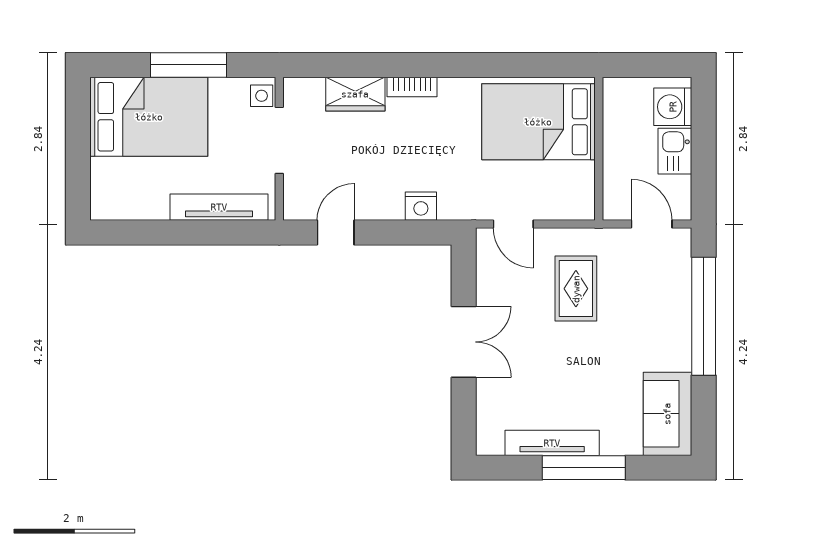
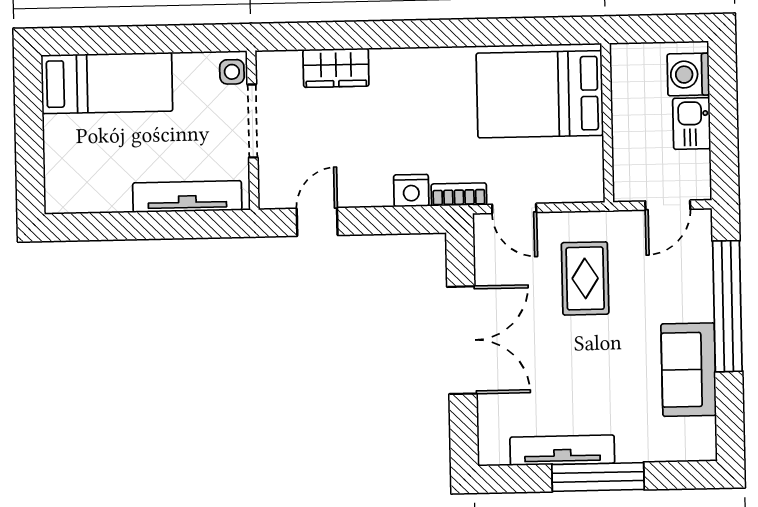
window: (188, 65) -> (150, 39), removed
bookcase: (412, 87) -> (459, 194), moved, turned 180
bed: (149, 117) -> (107, 83), width x0.67
door: (652, 224) -> (668, 205), swing flipped
double door: (464, 342) -> (462, 340), width x1.37
sofa: (667, 414) -> (689, 370), moved

